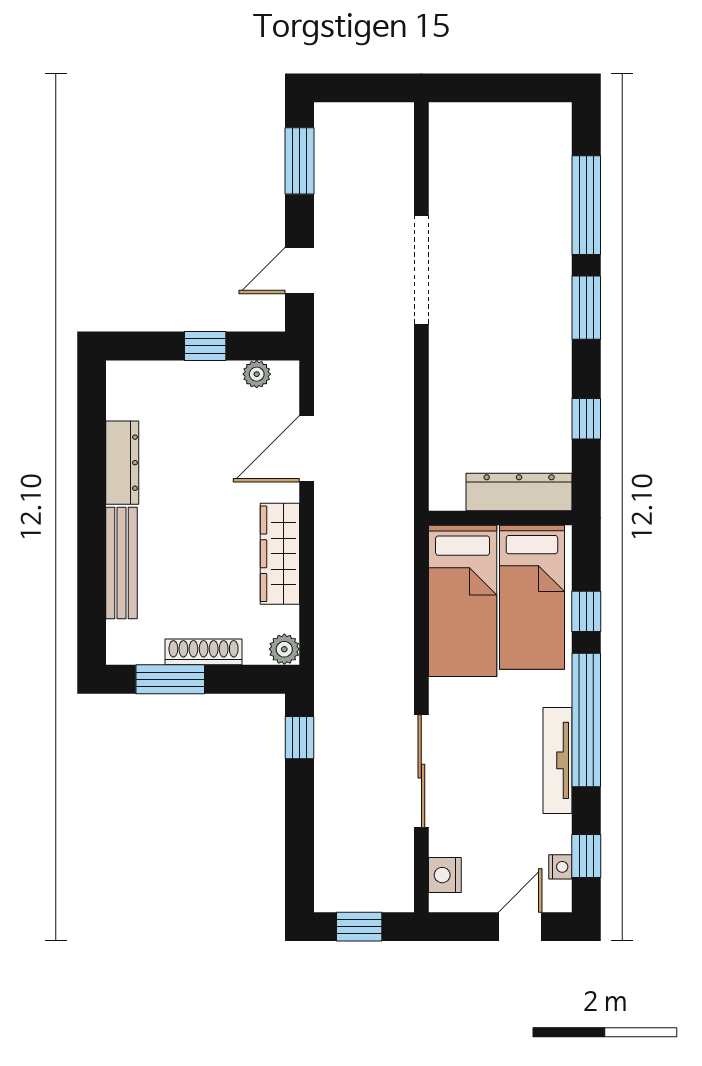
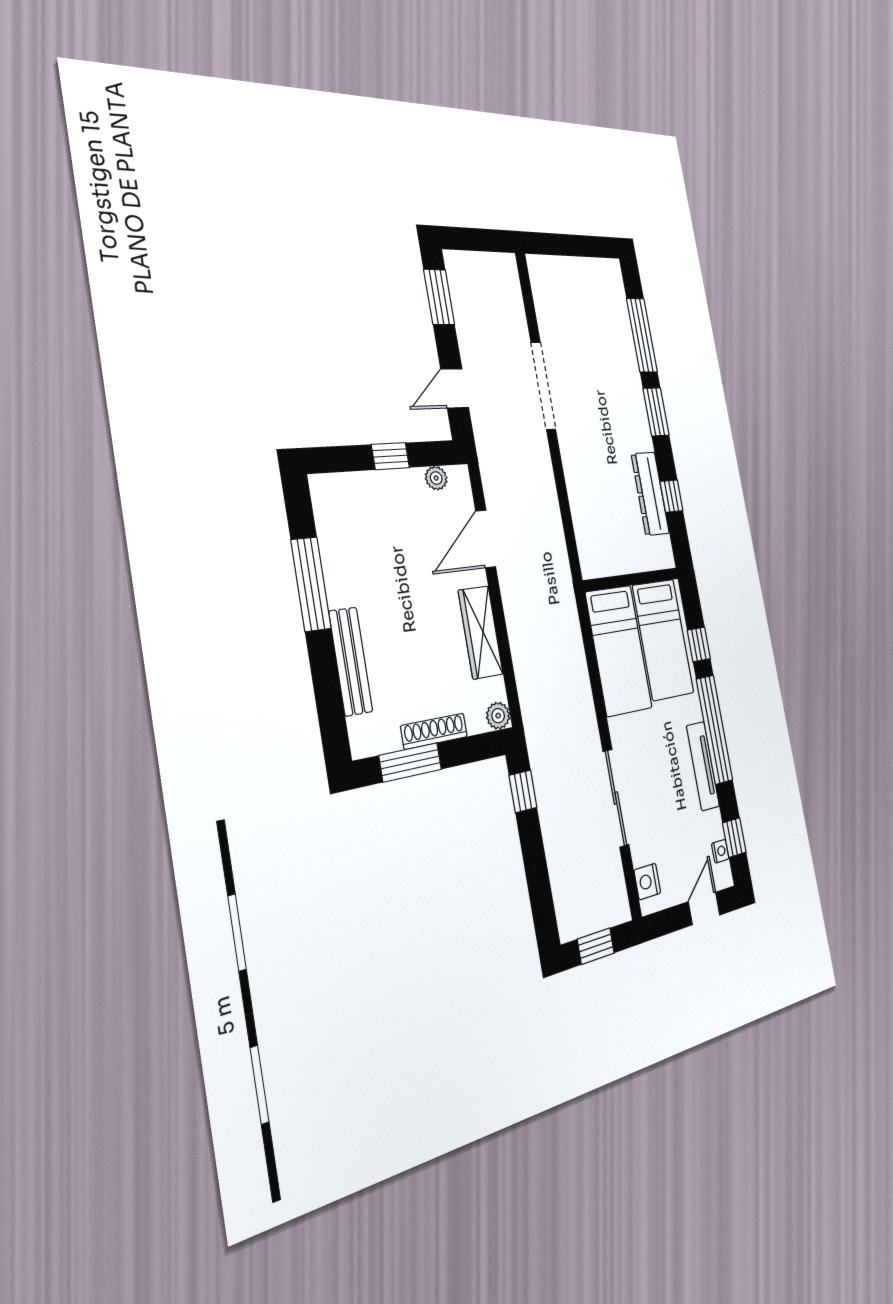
dresser: (122, 463) -> (336, 568), removed
window: (92, 477) -> (311, 584), added
dresser: (519, 492) -> (650, 494), moved, turned -90

